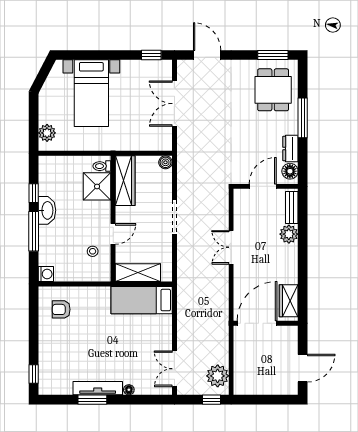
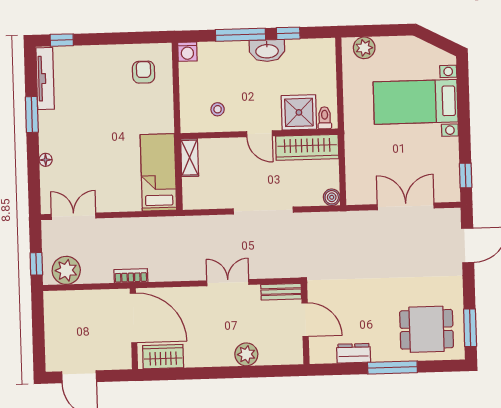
floor lamp: (290, 171) -> (325, 354), removed
bench: (292, 208) -> (281, 292), moved
doorway: (174, 217) -> (263, 211), width x1.36
door: (113, 234) -> (260, 134), moved
shelving: (138, 273) -> (190, 158), width x0.67, depth x0.75
bookcase: (223, 324) -> (131, 276), added
tv unit: (98, 388) -> (45, 79), moved

